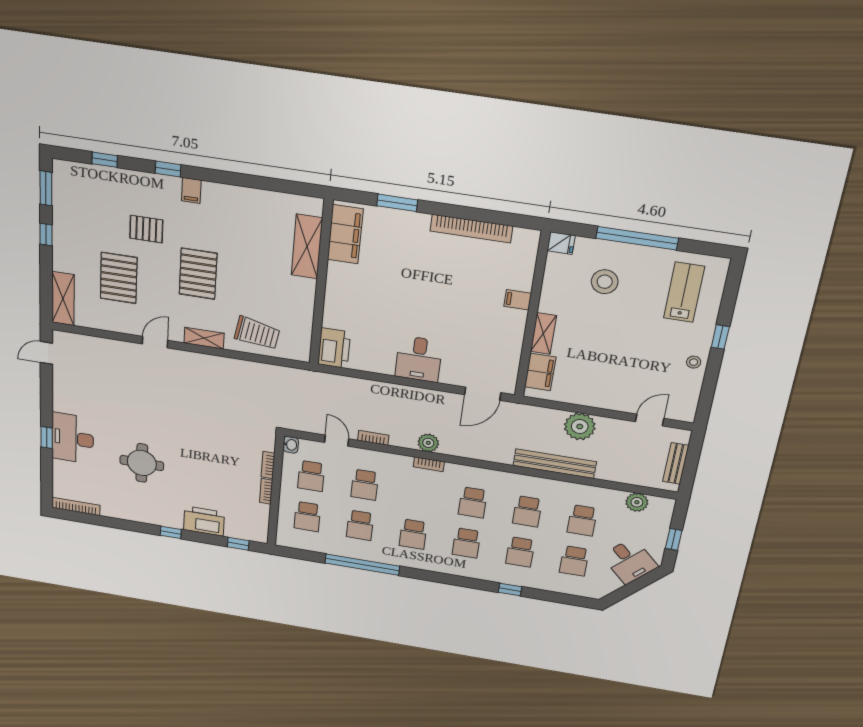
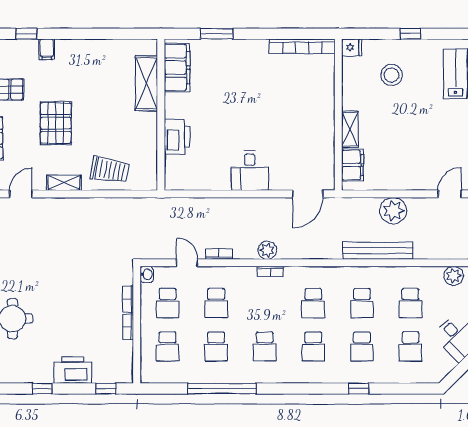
bookcase: (471, 229) -> (302, 46), moved
window: (637, 238) -> (410, 34), width x0.32
filing cabinet: (518, 300) -> (324, 103), removed
printer: (334, 348) -> (177, 137), moved

